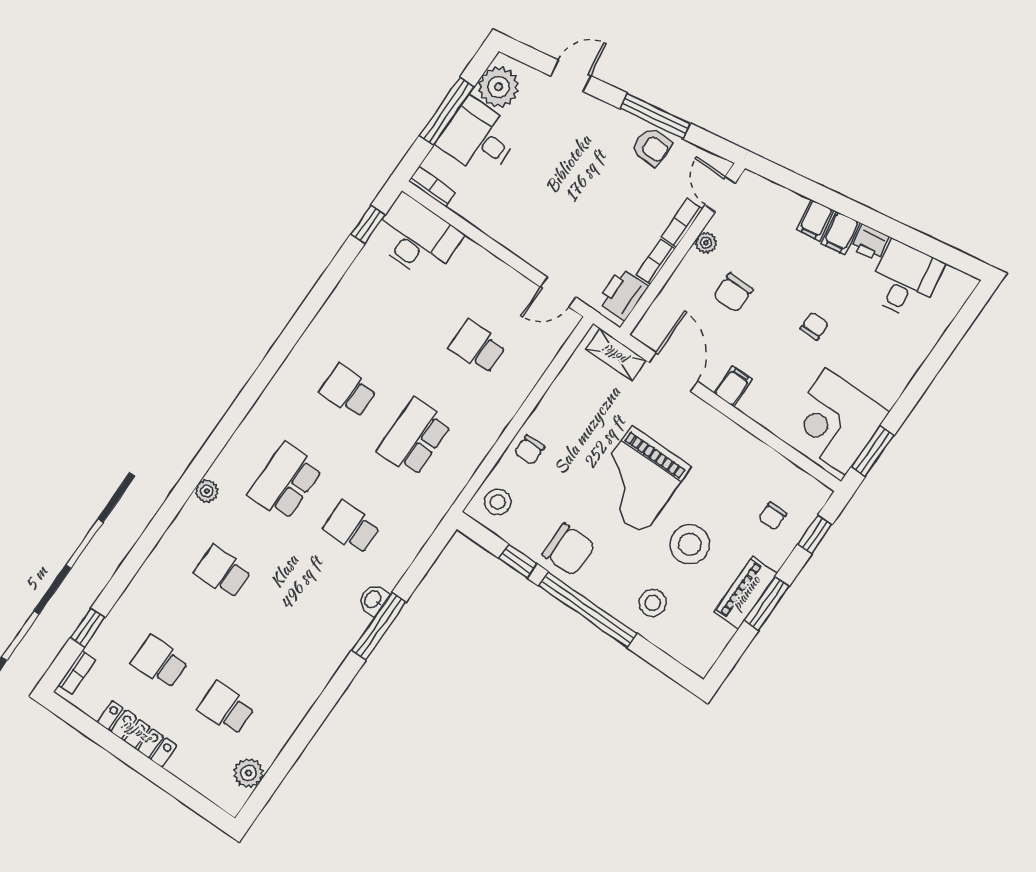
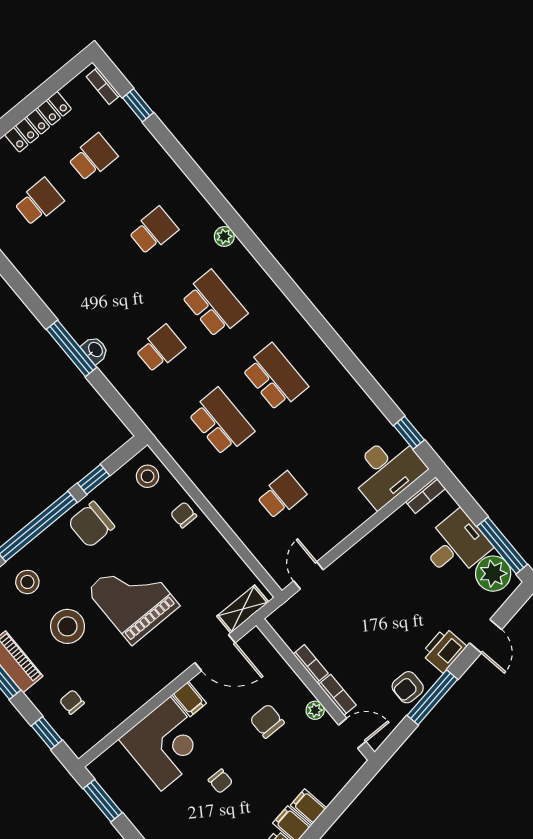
window: (447, 111) -> (502, 545), moved
printer: (623, 294) -> (444, 650), moved, turned -99
school desk: (348, 391) -> (275, 377), width x1.85
corner desk: (835, 422) -> (166, 744), moved, turned 90

